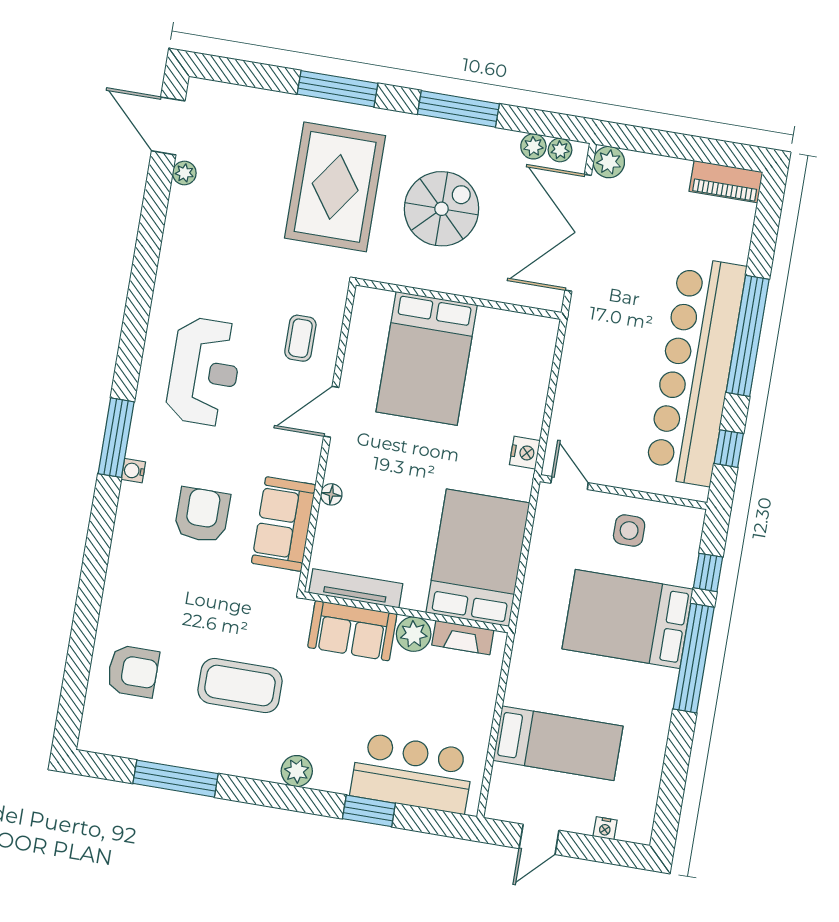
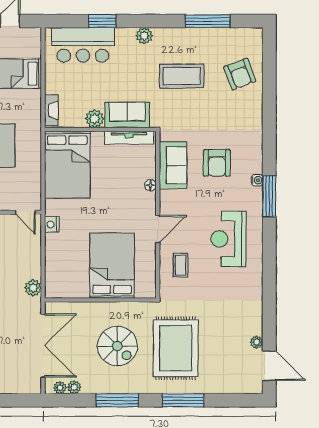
plant: (609, 162) -> (33, 288), moved
spiral stairs: (442, 209) -> (117, 346), turned -90
fireplace: (463, 638) -> (51, 110), moved, turned 90
armchair: (133, 671) -> (240, 74), turned -111

